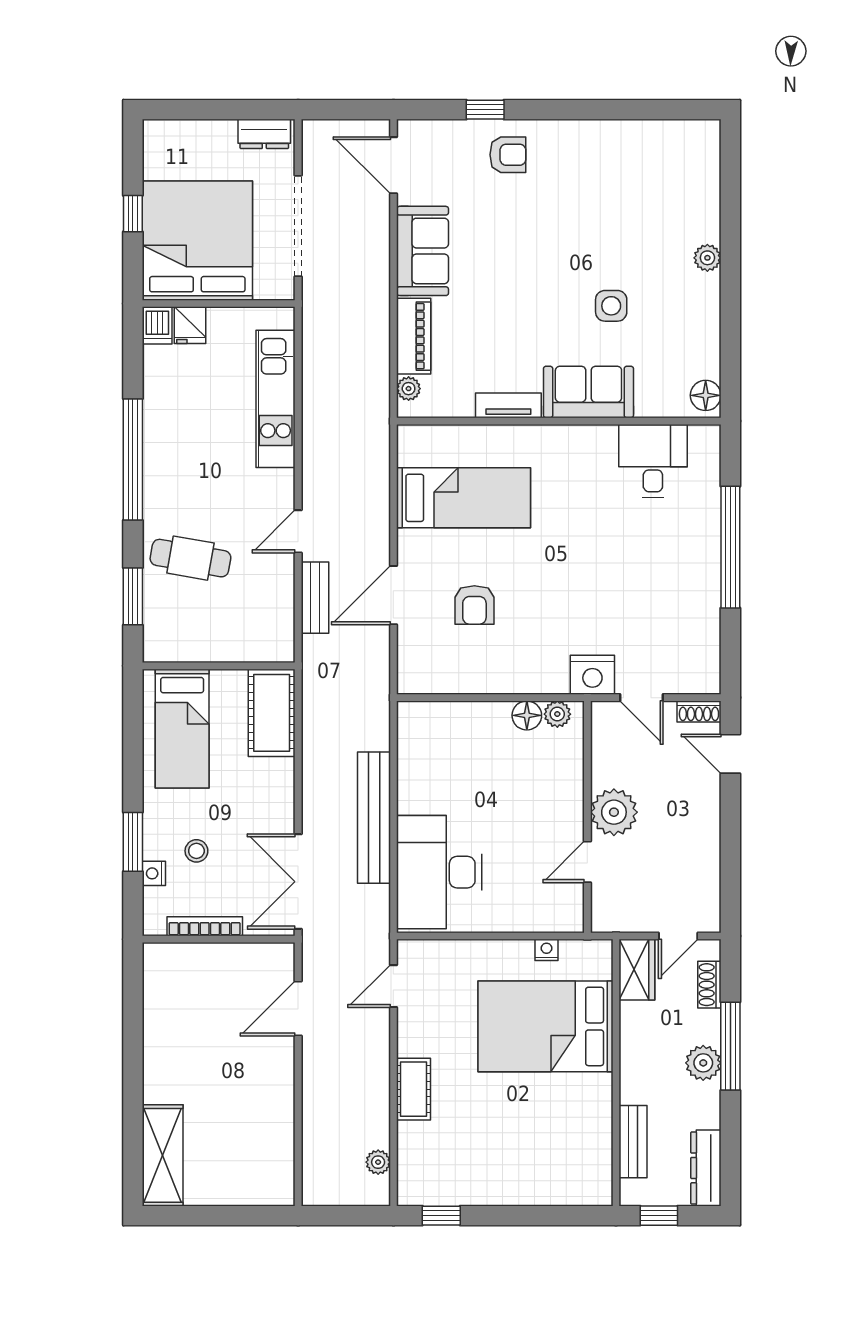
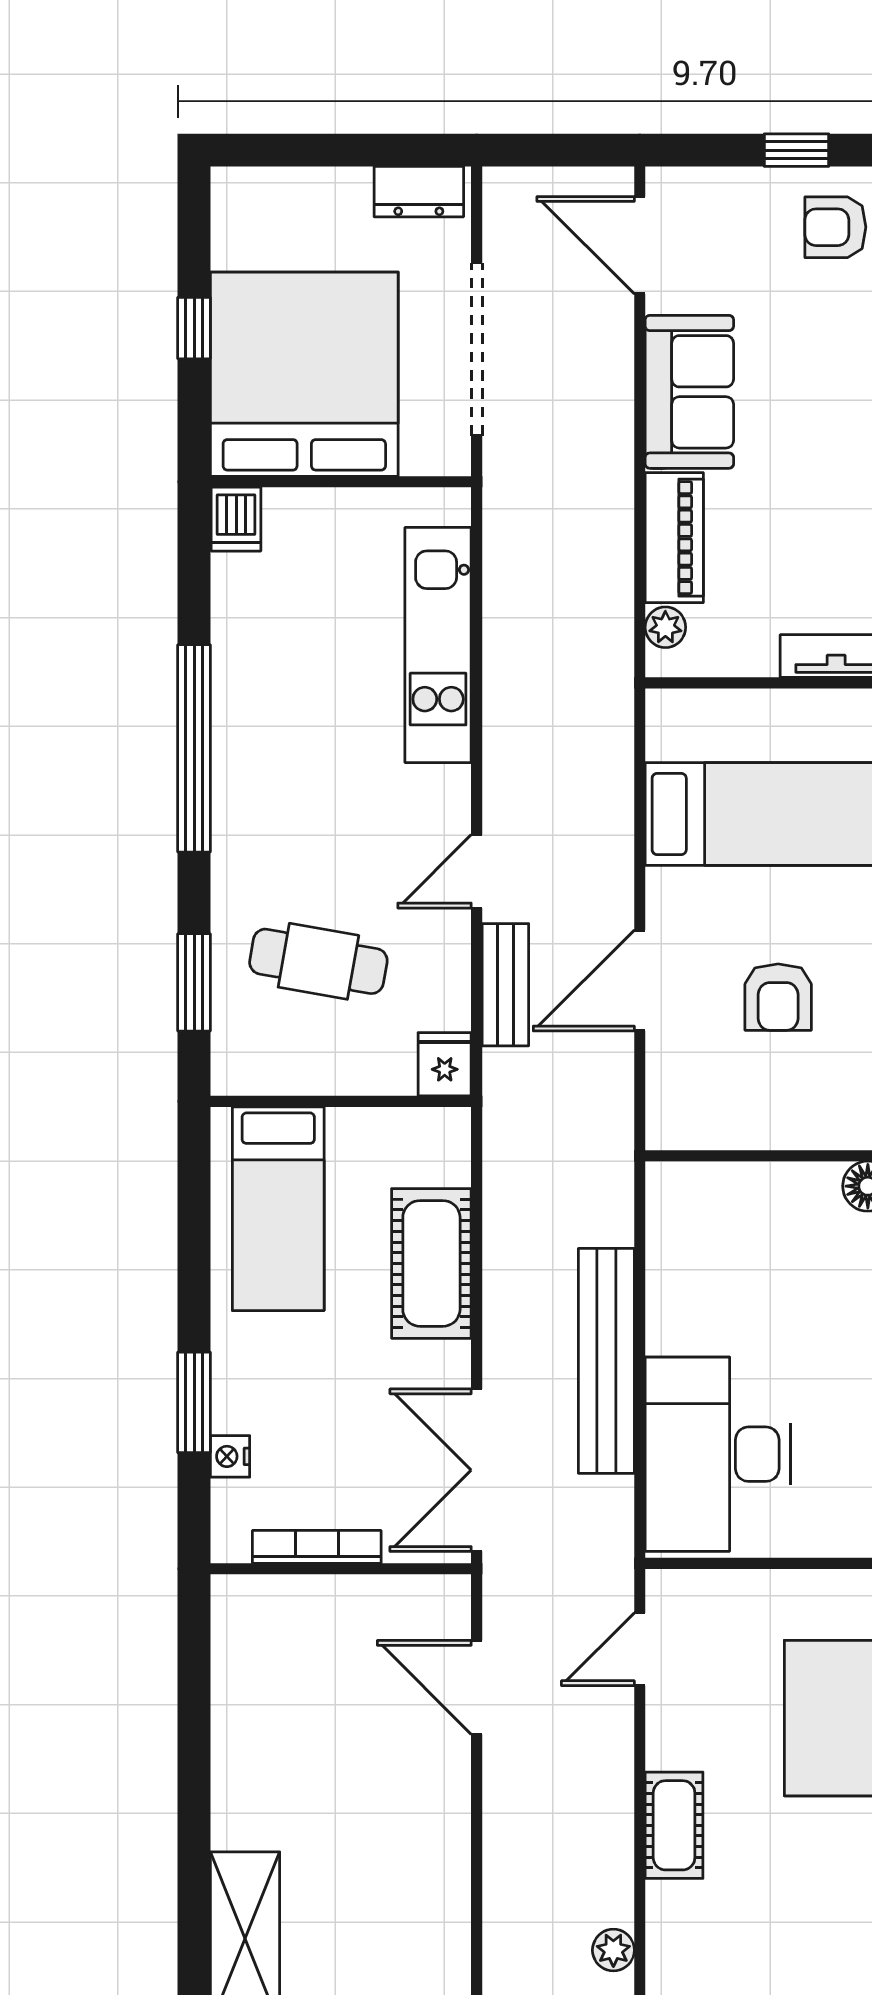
armchair: (508, 155) -> (835, 227), turned 180
fridge: (190, 325) -> (445, 1064), moved, turned 180
cafe table: (190, 558) -> (318, 961), moved
cot: (272, 713) -> (431, 1263), moved
stool: (196, 851) -> (303, 1418), removed
door: (298, 1009) -> (477, 1687), hinge flipped

